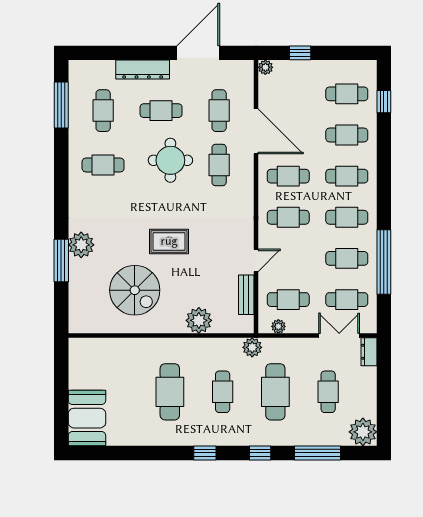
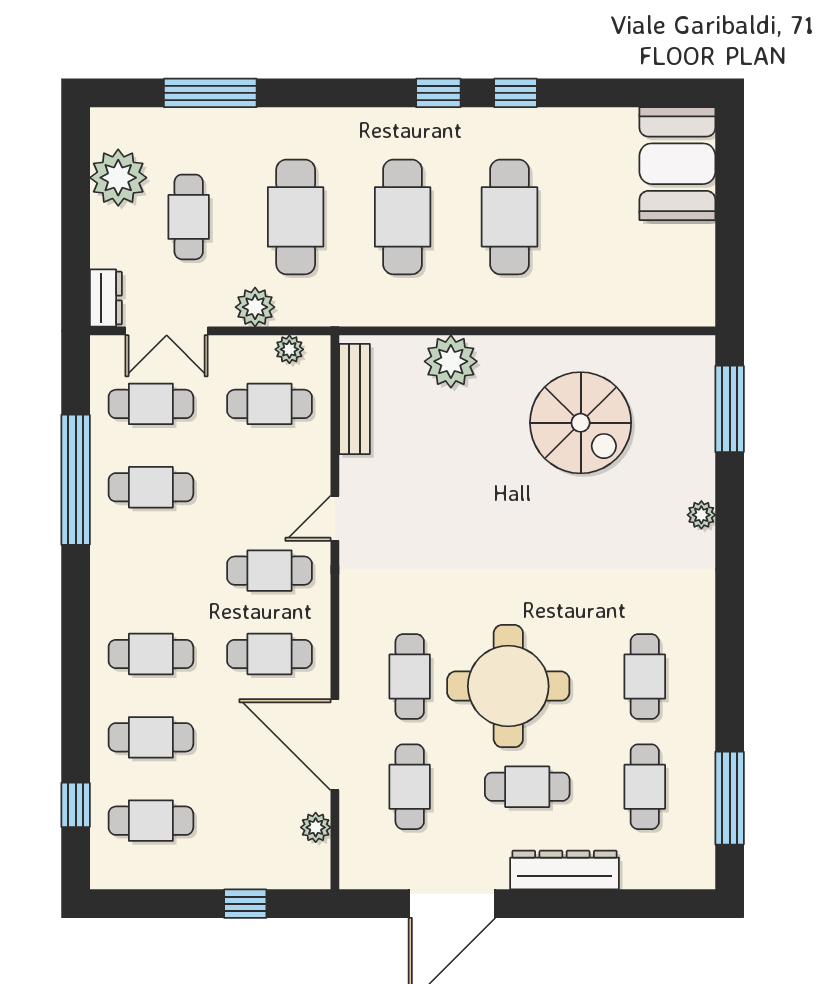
plant: (265, 67) -> (316, 827), moved
round table: (170, 160) -> (508, 686), width x1.36, depth x1.36
cafe table: (103, 165) -> (645, 677), turned 90
cafe table: (347, 217) -> (151, 571), removed
rug: (169, 241) -> (511, 522), removed
plant: (81, 245) -> (701, 515), width x0.53, depth x0.53
door: (256, 260) -> (335, 518), moved
window: (61, 261) -> (730, 409), moved
spiral stairs: (135, 290) -> (581, 423), turned 180
bench: (246, 295) -> (355, 399), width x1.36
plant: (252, 347) -> (255, 307), moved
cafe table: (223, 392) -> (403, 217), width x1.37, depth x1.35
plant: (363, 432) -> (118, 178), moved
window: (260, 453) -> (516, 93), moved

